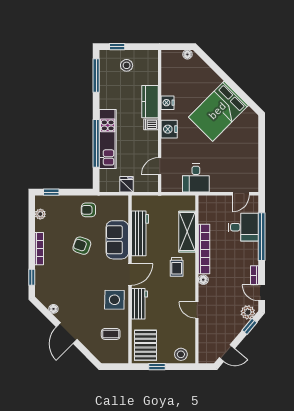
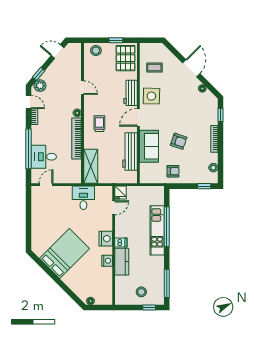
fridge: (127, 184) -> (120, 193), moved
shelving: (187, 232) -> (91, 166), moved

